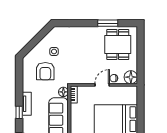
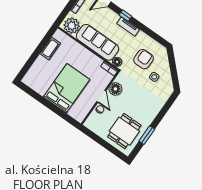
dining table: (118, 45) -> (124, 131), turned 90
armchair: (45, 71) -> (144, 59), turned 90
floor lamp: (131, 77) -> (115, 89), moved

